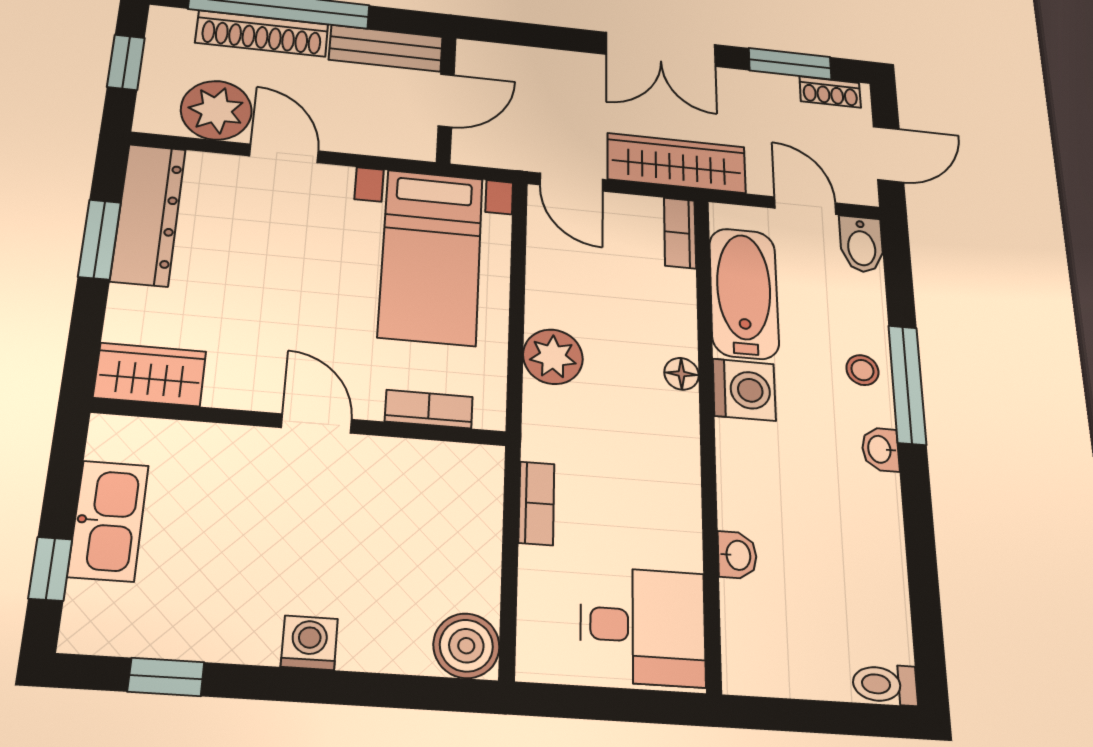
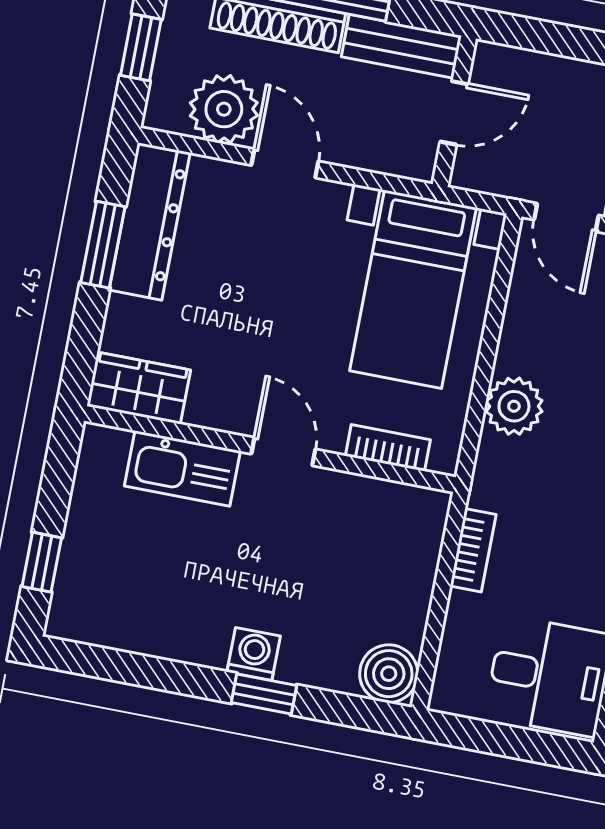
kitchen sink: (108, 521) -> (182, 468), moved, turned 90
window: (166, 677) -> (264, 694), moved

